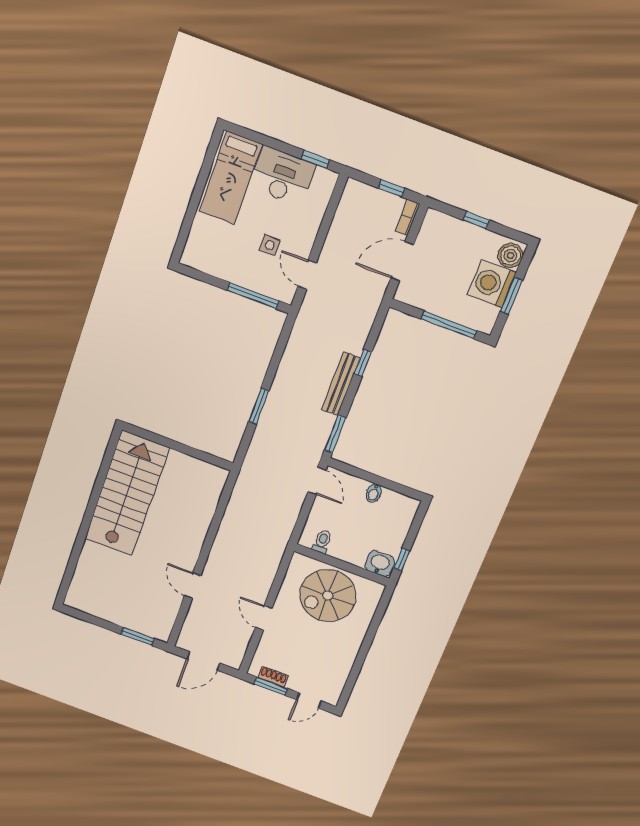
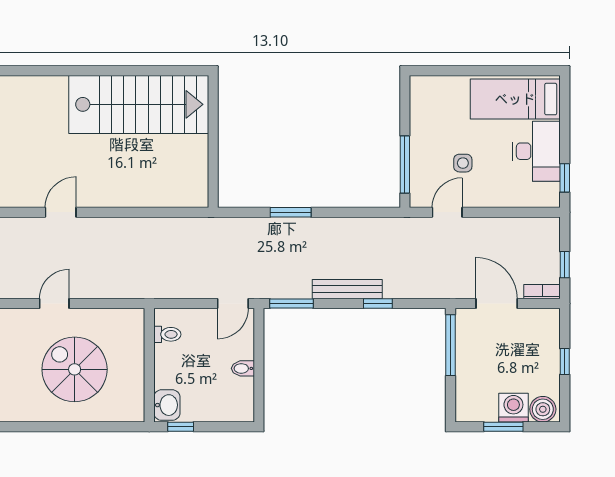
washing machine: (492, 284) -> (513, 408), width x0.73, depth x0.73
window: (449, 325) -> (451, 345), moved
spiral stairs: (328, 596) -> (75, 369), moved

